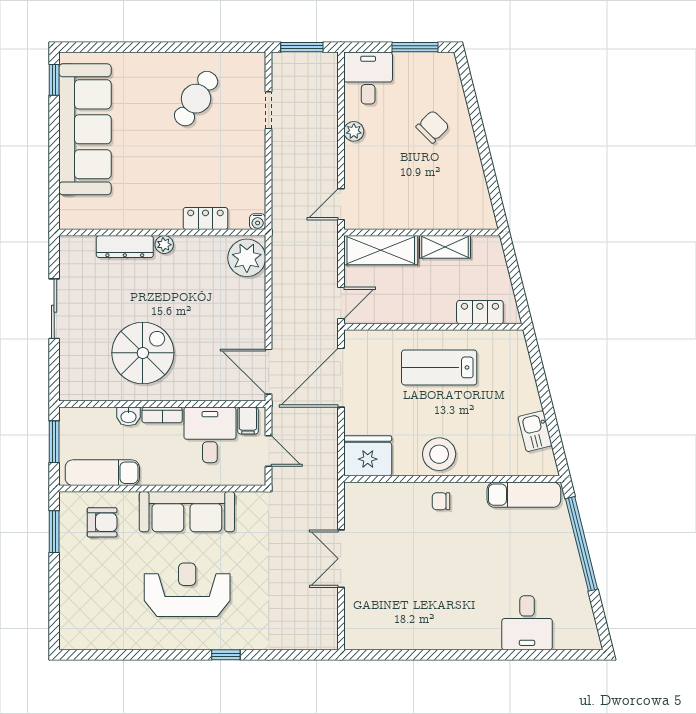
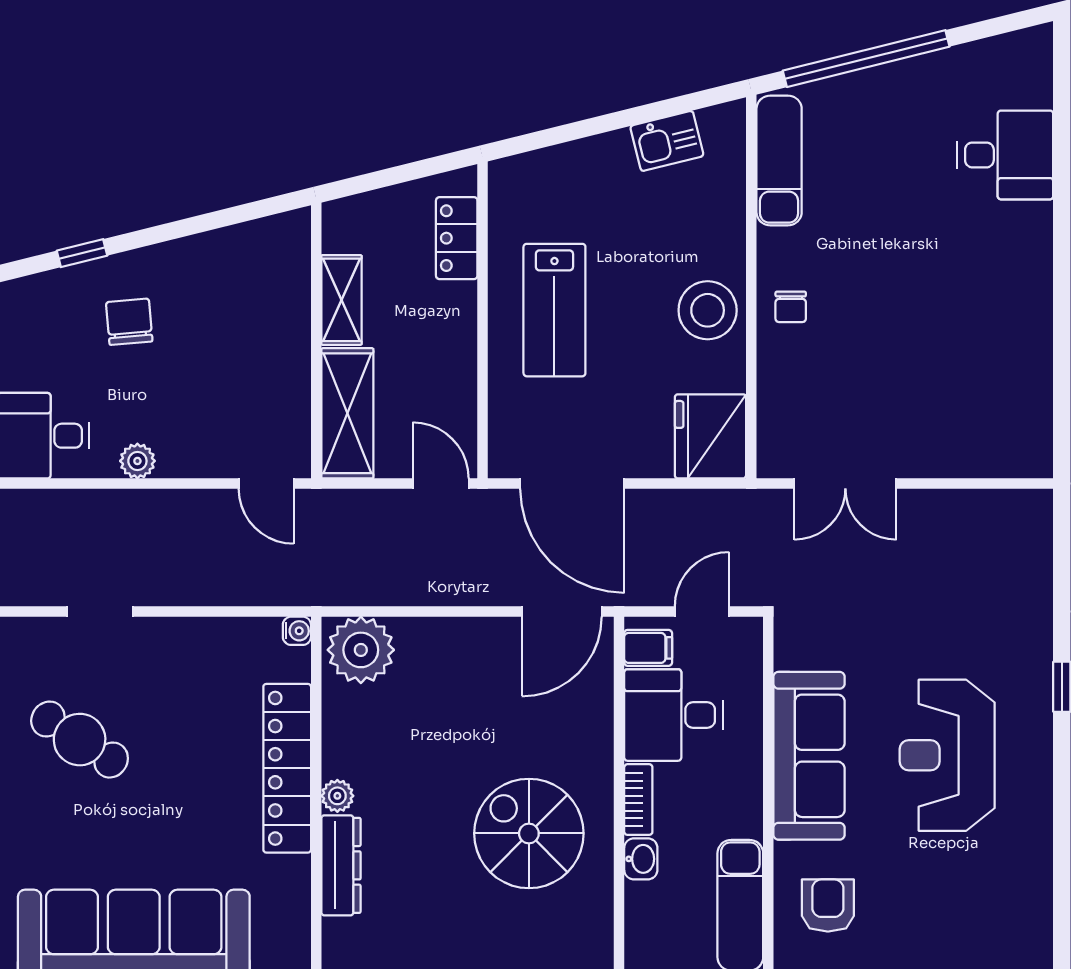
window: (471, 100) -> (82, 253), added
chair: (433, 127) -> (129, 322), turned 40
locker: (205, 218) -> (287, 768), width x2.16, depth x1.21
double door: (341, 559) -> (845, 484), moved

